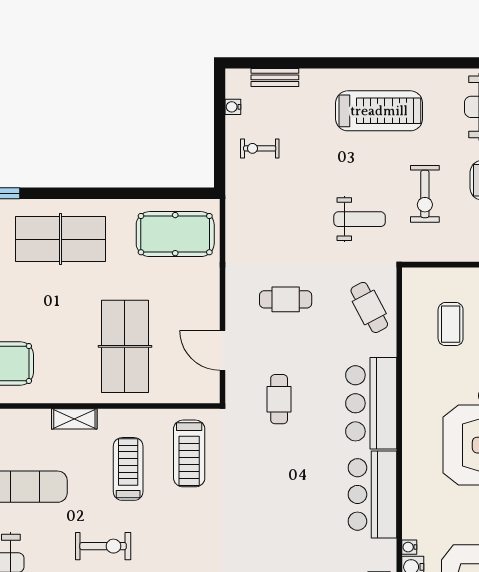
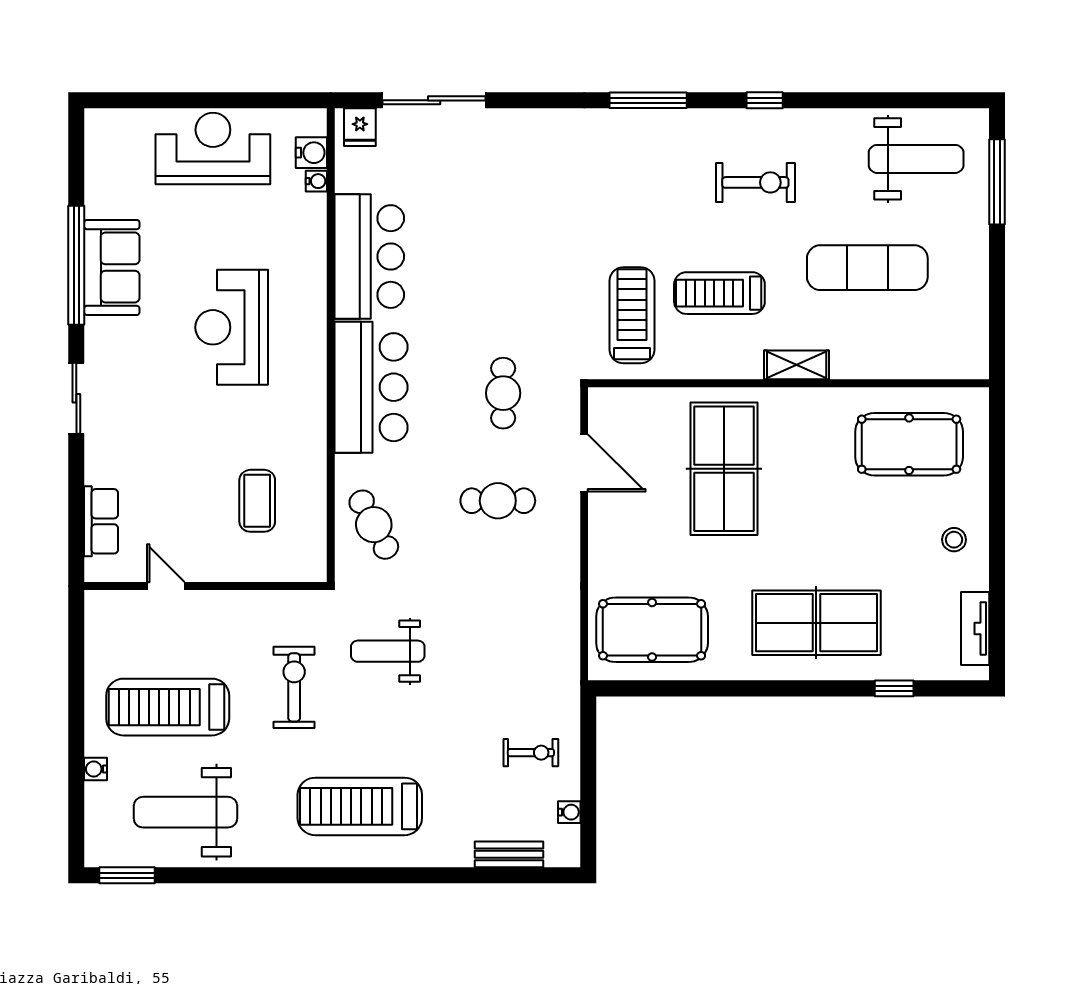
cafe table: (286, 299) -> (498, 501), moved
treadmill: (128, 469) -> (719, 293), turned 90
exercise bike: (103, 546) -> (755, 182), turned 180

